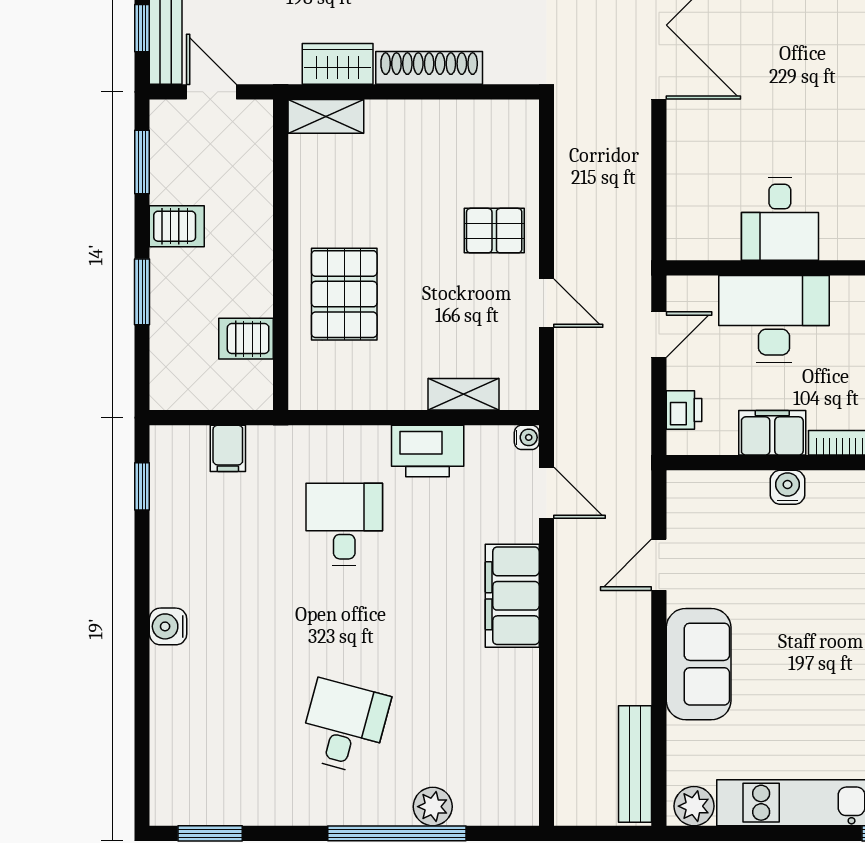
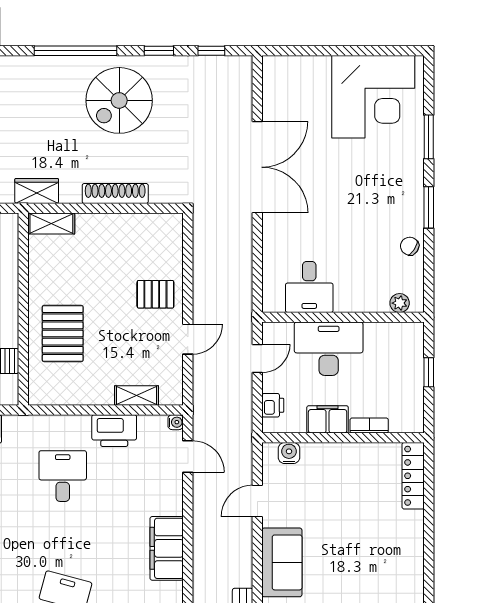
wardrobe: (338, 64) -> (37, 191), moved
desk: (780, 219) -> (309, 287), moved
door: (547, 303) -> (188, 339), hinge flipped
water cooler: (788, 487) -> (289, 453), moved
filing cabinet: (512, 596) -> (167, 548), moved

